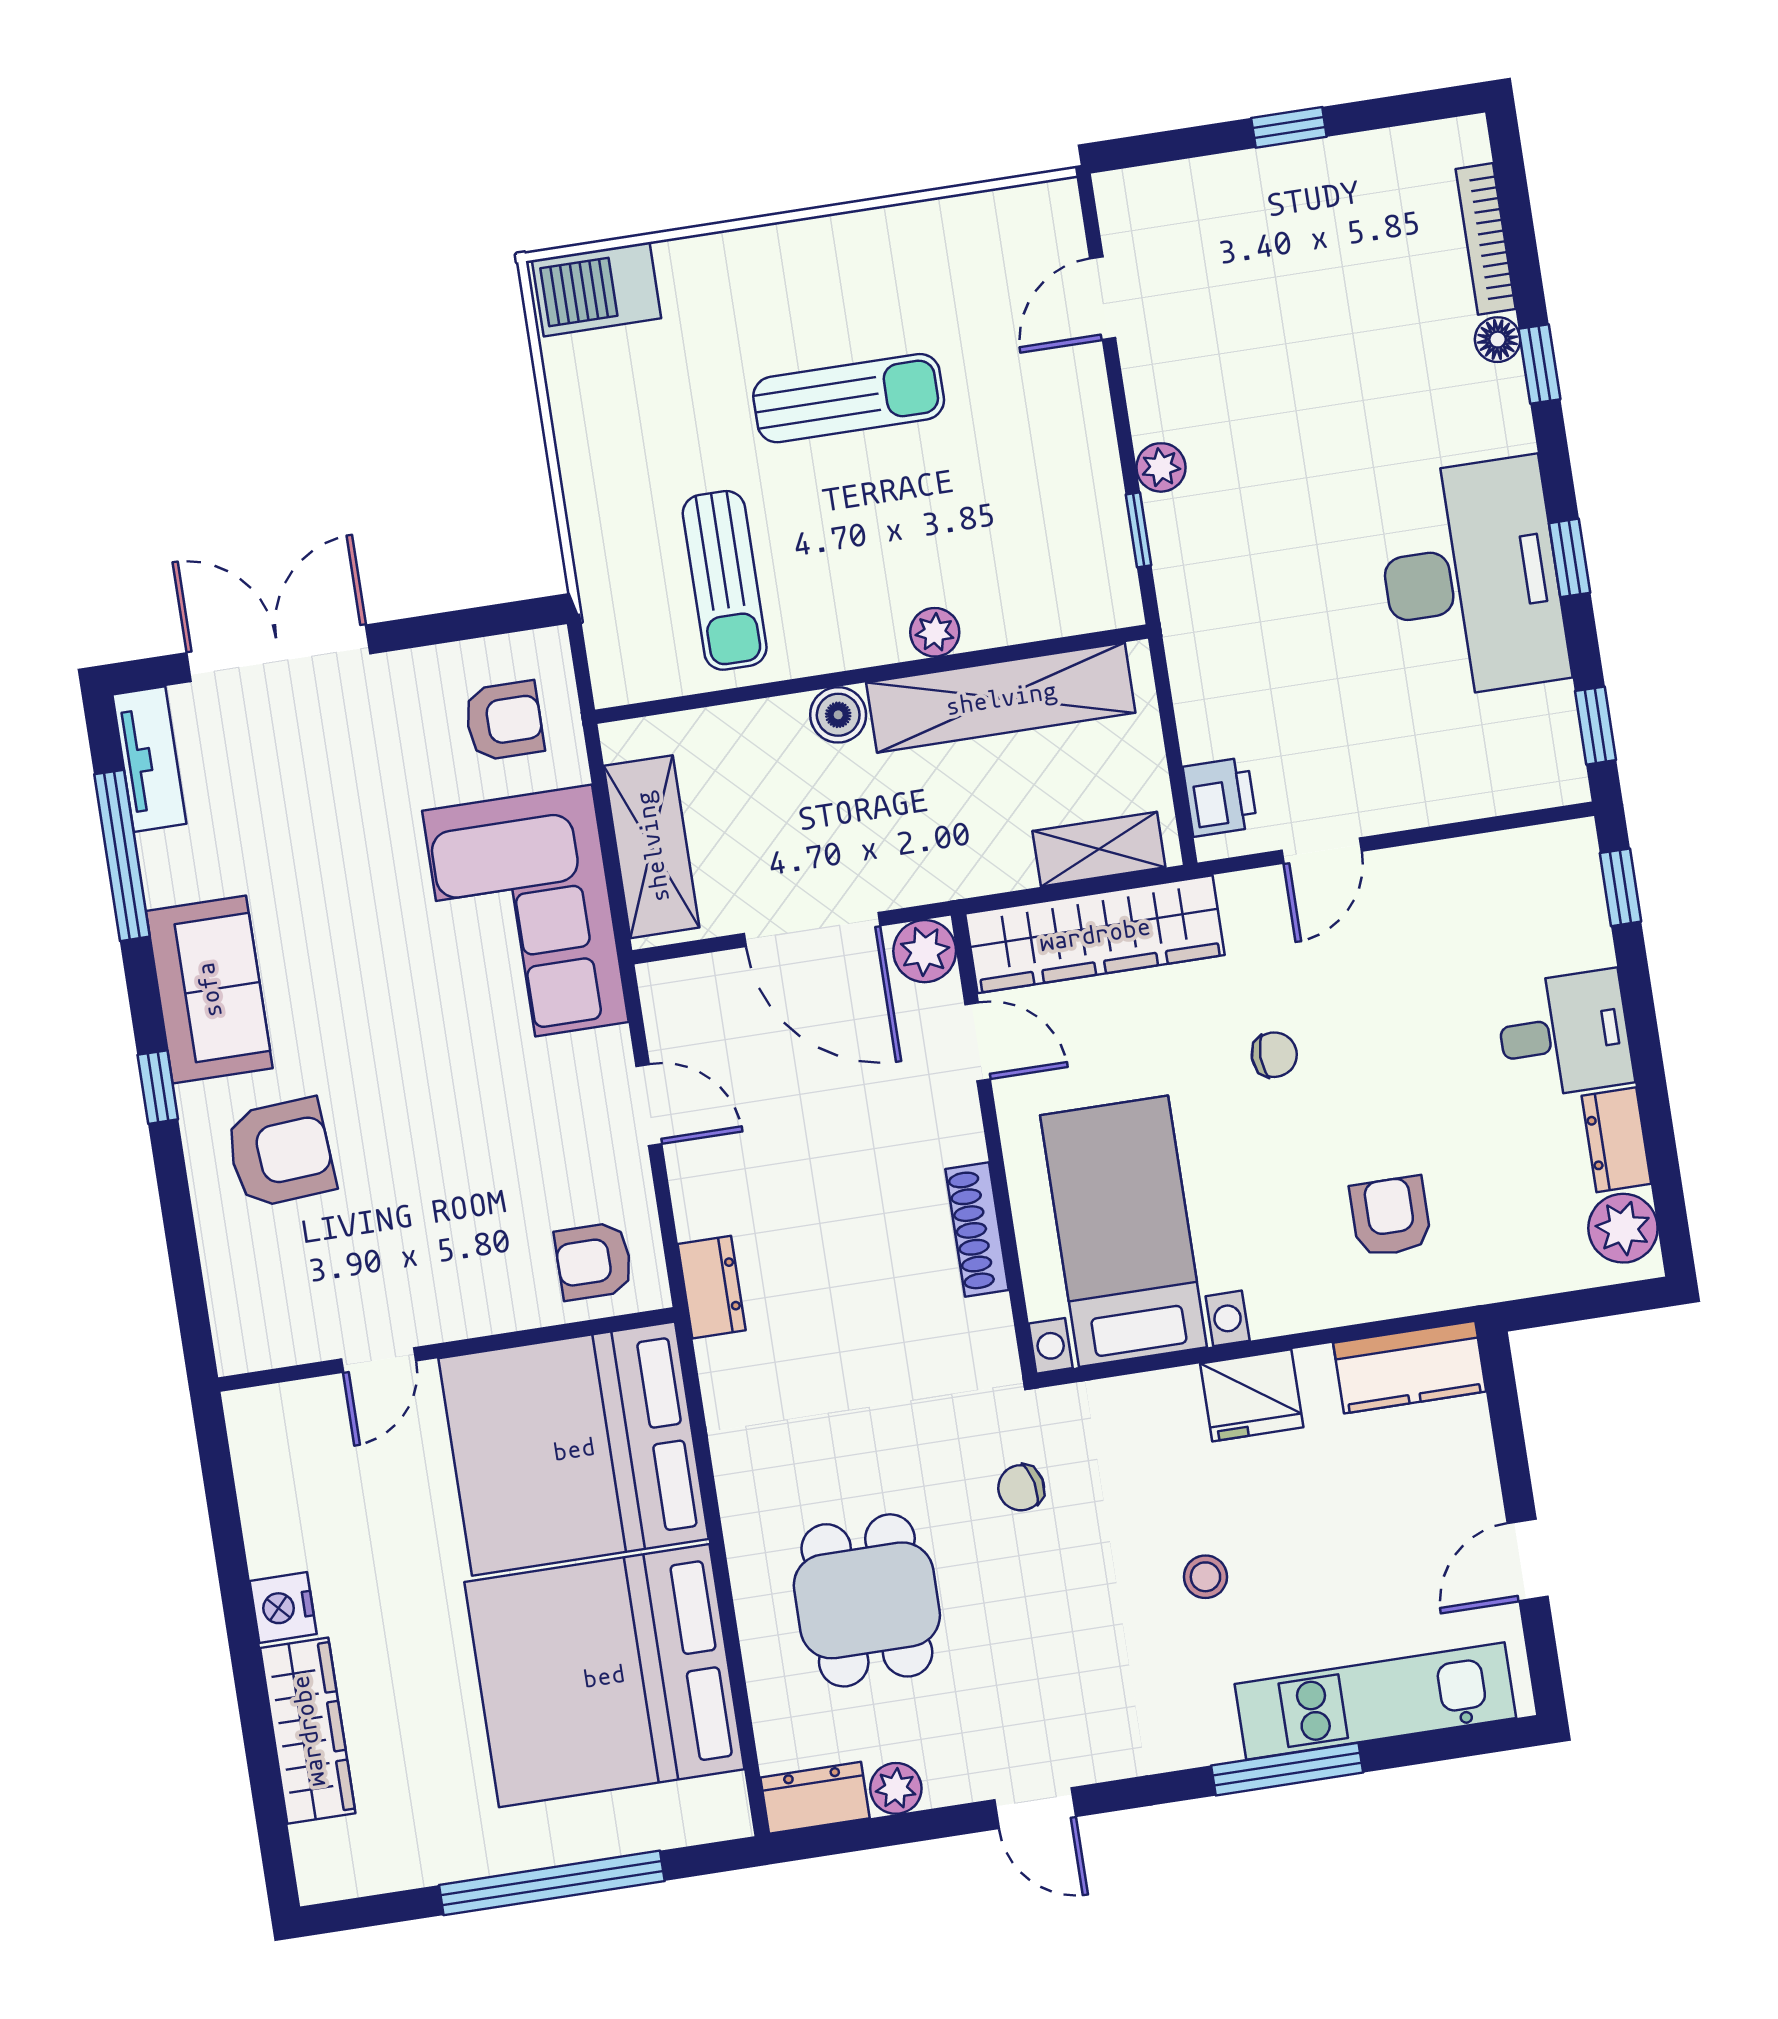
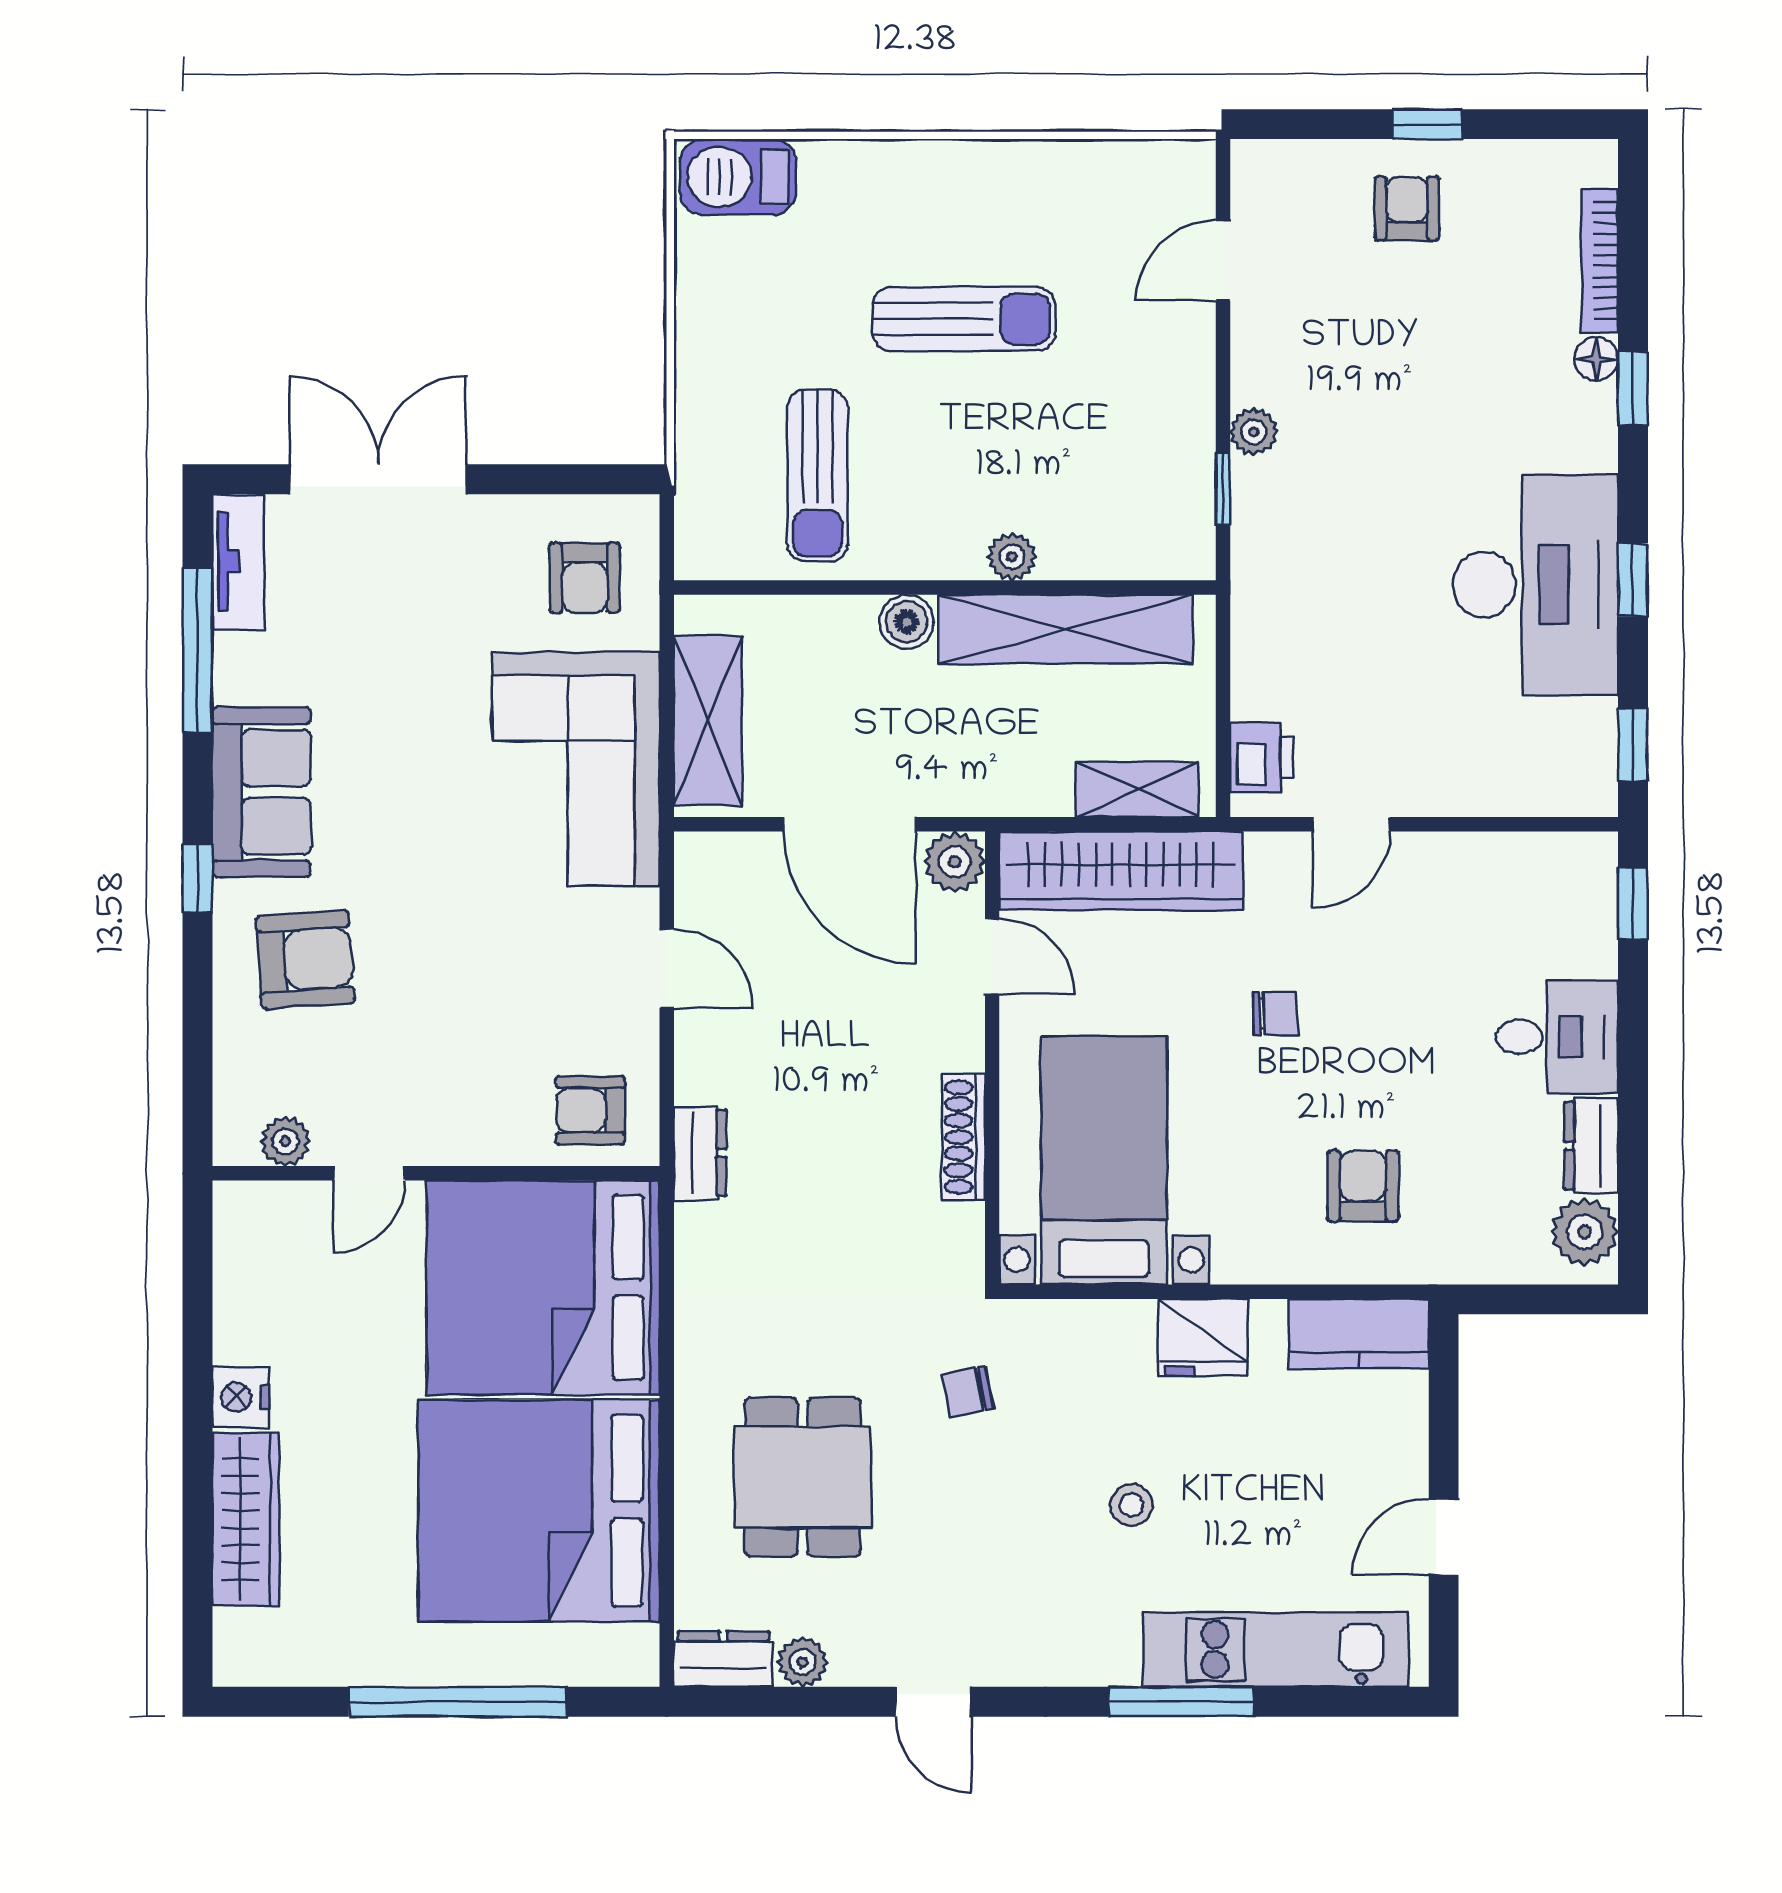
armchair: (1281, 216) -> (1407, 209), added
armchair: (504, 721) -> (585, 578), turned 90
plant: (289, 1341) -> (285, 1141), added

